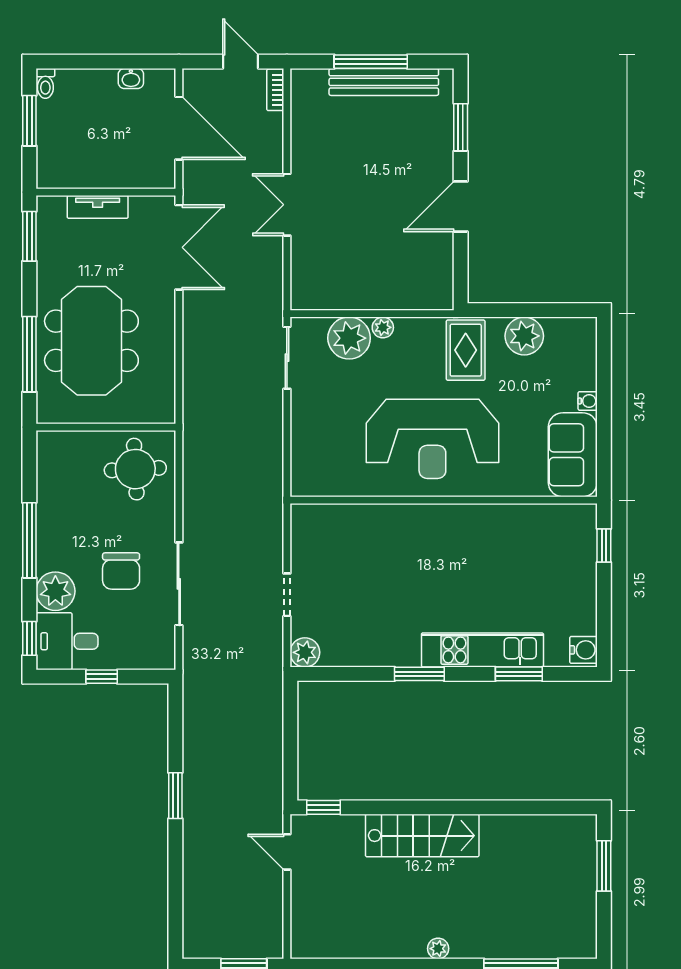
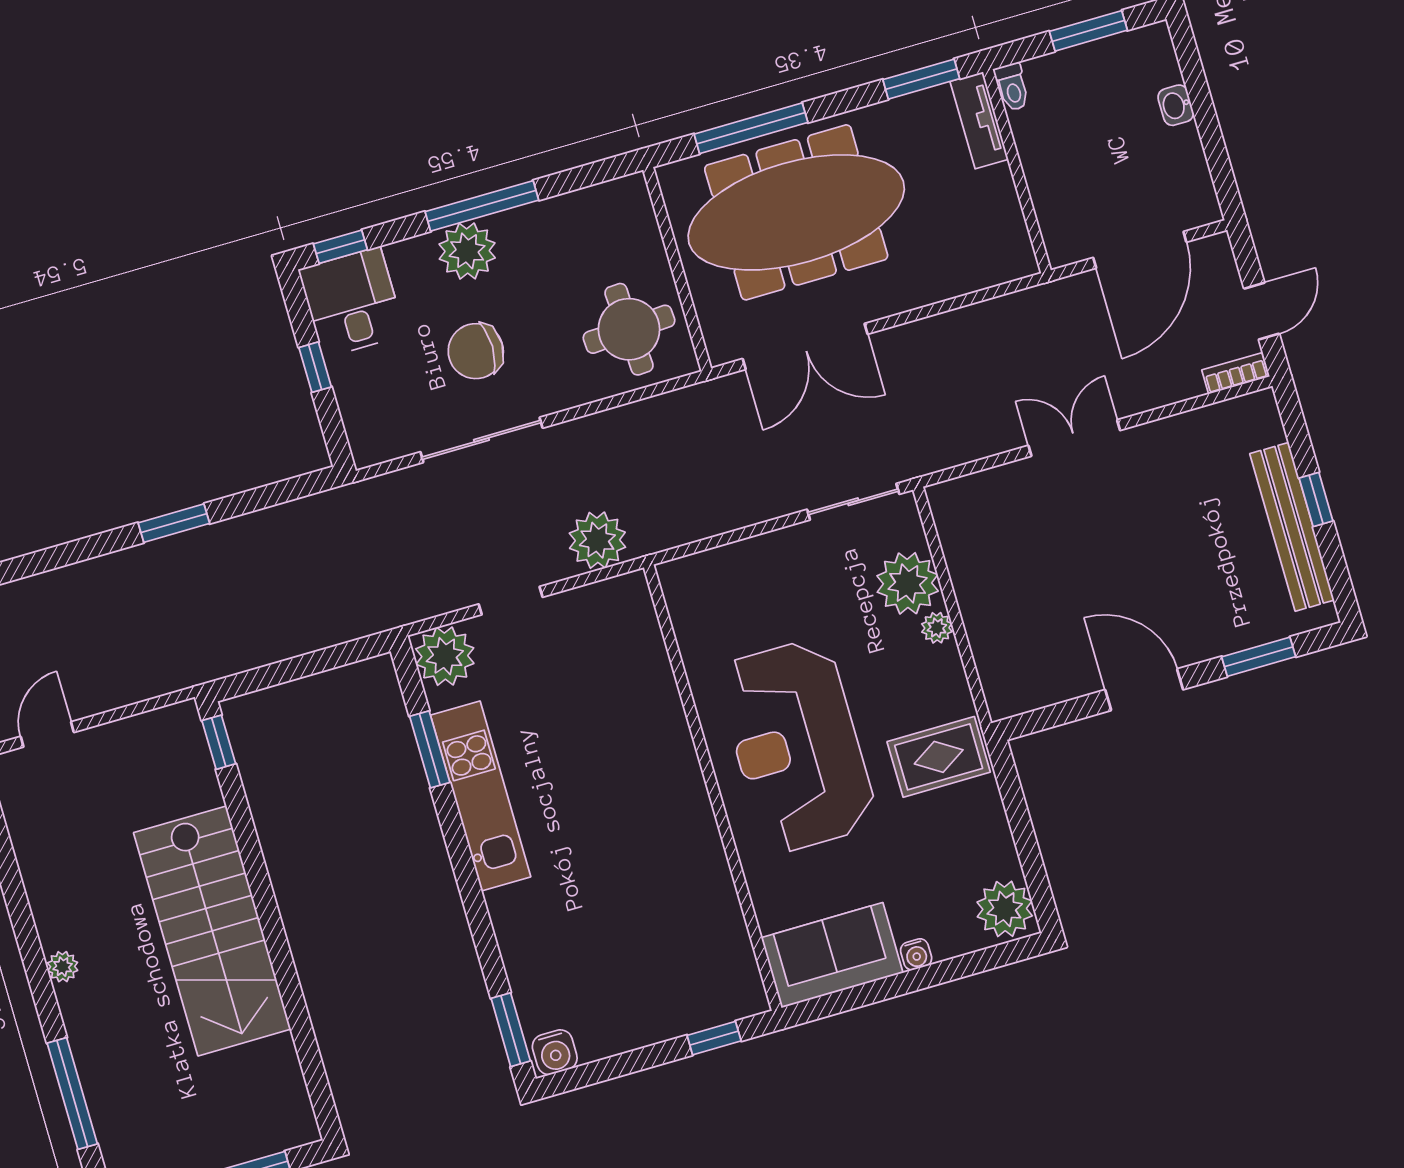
window: (371, 62) -> (1316, 500), width x0.46
washbasin: (131, 78) -> (1176, 105), moved
toilet: (45, 83) -> (1012, 87), moved, turned -90
tv unit: (98, 207) -> (979, 120), moved
double door: (179, 247) -> (805, 346), moved
plant: (524, 336) -> (1005, 909), moved
meeting table: (91, 341) -> (796, 212), width x1.36
plant: (264, 528) -> (597, 540), added
plant: (55, 591) -> (467, 251), moved
kitchen unit: (482, 650) -> (481, 796), moved
plant: (305, 652) -> (445, 656), width x1.36, depth x1.36
window: (419, 674) -> (430, 749), moved
window: (519, 674) -> (511, 1030), moved
stairs: (422, 836) -> (212, 931), width x1.36, depth x1.51
door: (287, 852) -> (47, 734), moved

